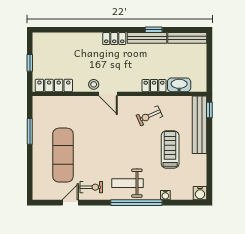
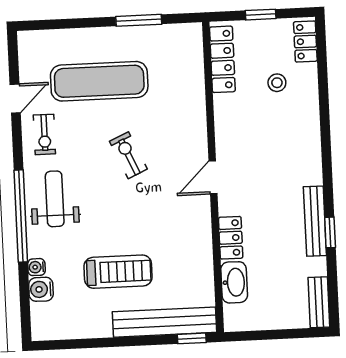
bench: (187, 38) -> (319, 302), width x0.73
locker: (114, 39) -> (305, 42), moved
stool: (94, 84) -> (277, 83), moved
door: (108, 94) -> (213, 177), moved
exercise bike: (149, 116) -> (128, 155), moved
water cooler: (200, 193) -> (41, 289), moved
door: (70, 203) -> (15, 98), hinge flipped

